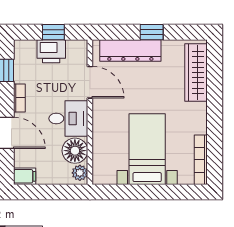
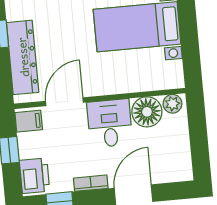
printer: (51, 51) -> (35, 176), moved
filing cabinet: (25, 176) -> (29, 121), moved, turned 90

